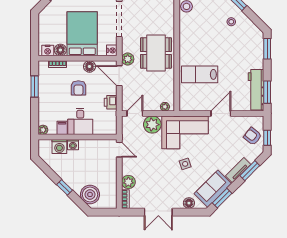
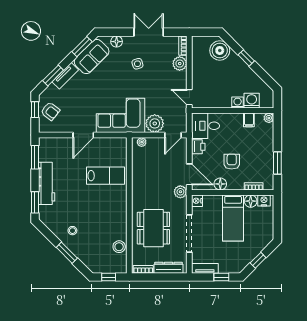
bed: (82, 34) -> (233, 218), width x0.67
dining table: (156, 53) -> (153, 228), moved
workbench: (256, 90) -> (47, 183), moved
desk: (80, 121) -> (206, 126), moved, turned -90
side table: (185, 164) -> (137, 64), moved

